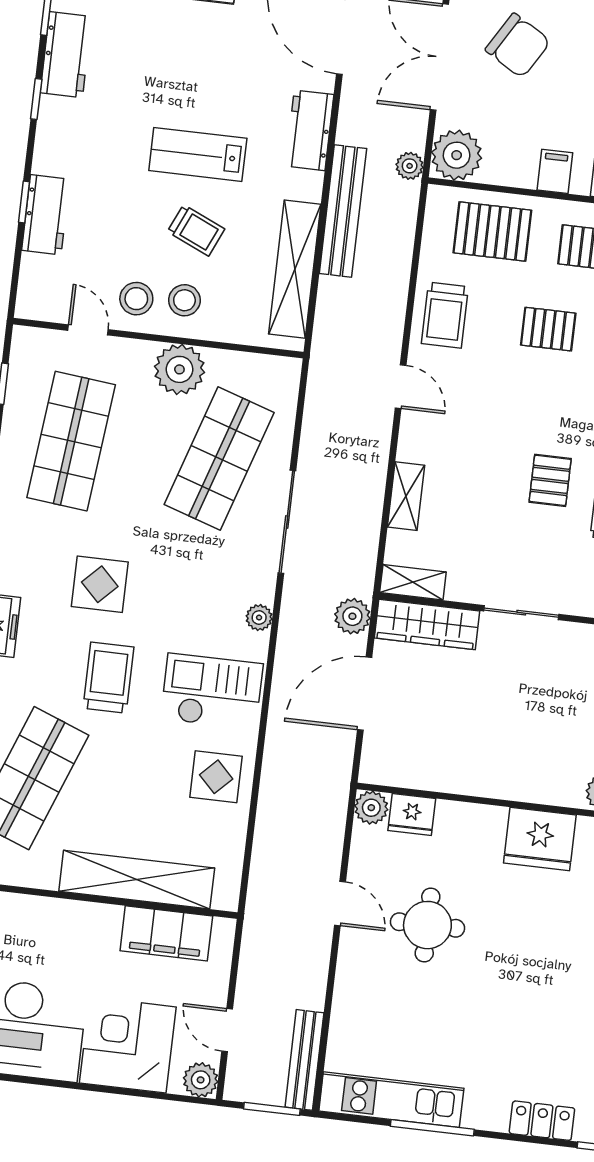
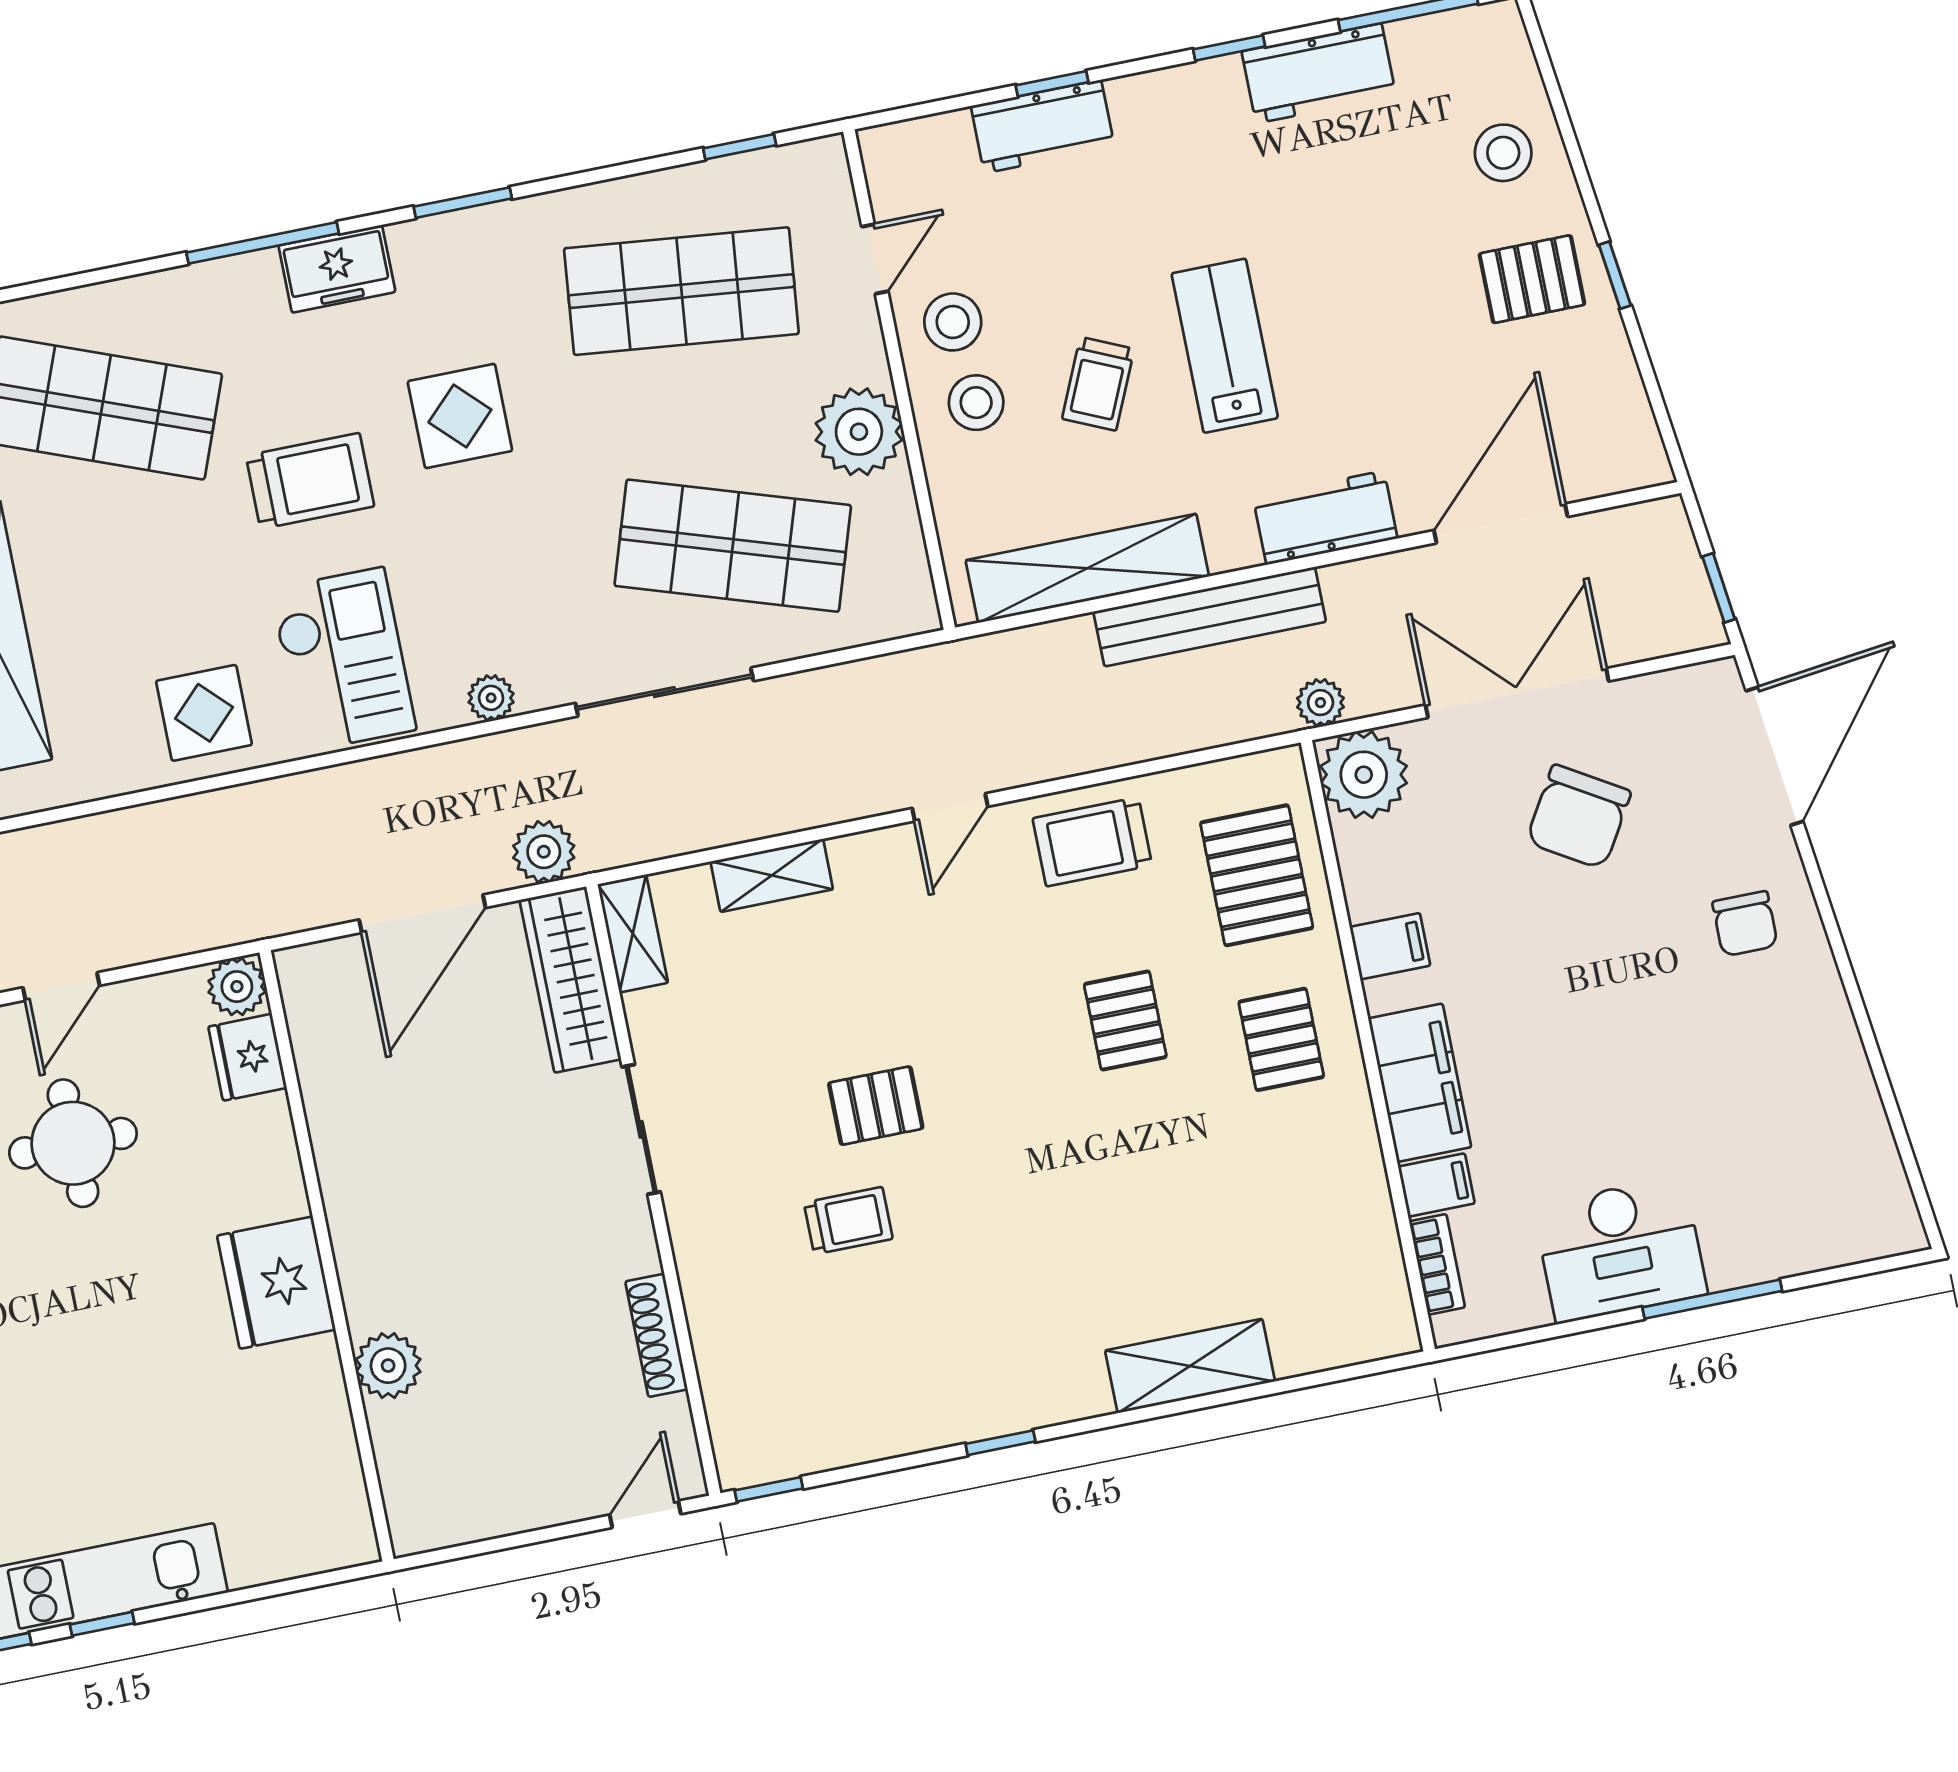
door: (365, 694) -> (422, 914), swing flipped

